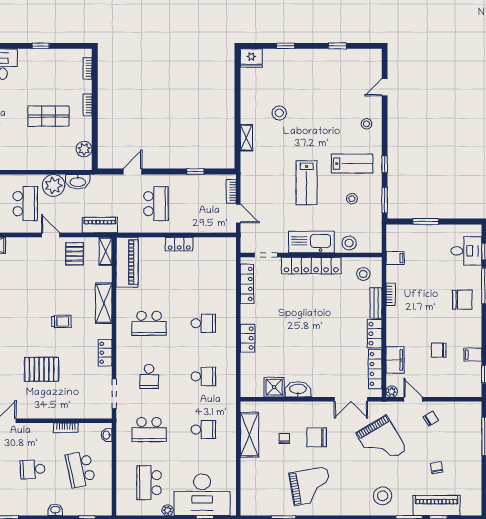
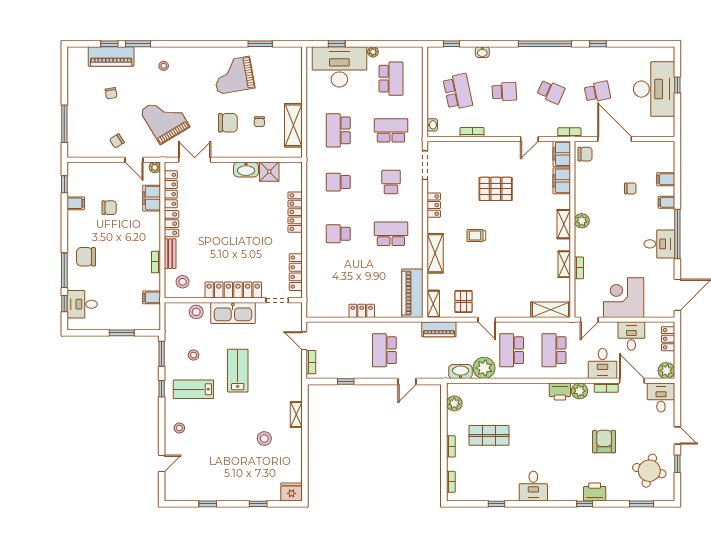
locker: (248, 338) -> (295, 212), width x1.53
school desk: (203, 430) -> (338, 130), width x1.85
stool: (383, 496) -> (164, 66), width x0.53, depth x0.53

